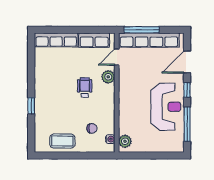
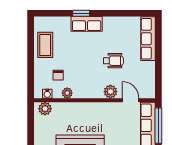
row of seats: (94, 40) -> (87, 24), moved, turned -90
wheelchair: (85, 87) -> (113, 61), moved
plant: (110, 119) -> (67, 93), added

